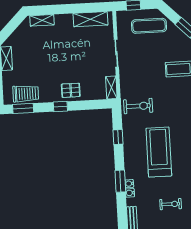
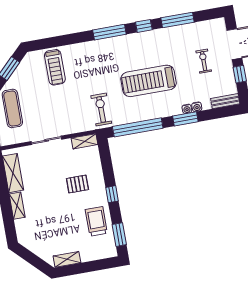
shelving: (42, 20) -> (17, 206), moved
pallet: (71, 90) -> (77, 184), moved, turned 90
trolley: (26, 94) -> (96, 221), moved
window: (118, 137) -> (138, 127), width x3.17

